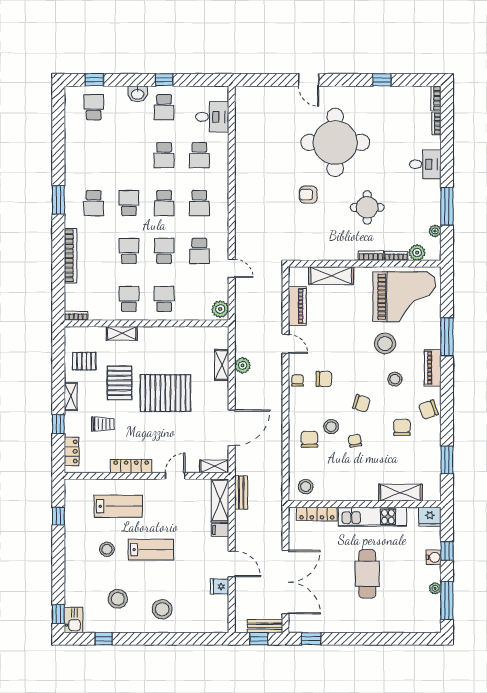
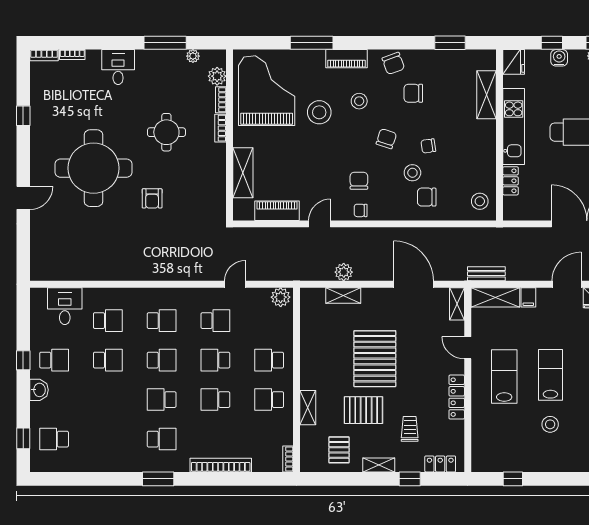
lab bench: (118, 506) -> (504, 376), moved
locker: (317, 514) -> (510, 181), width x0.66

